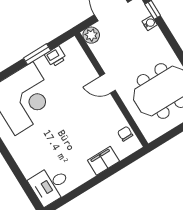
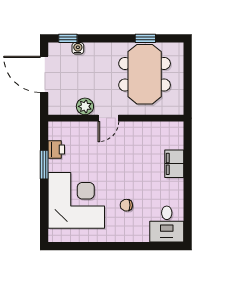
plant: (91, 35) -> (85, 106), moved
chair: (125, 134) -> (126, 205), moved

